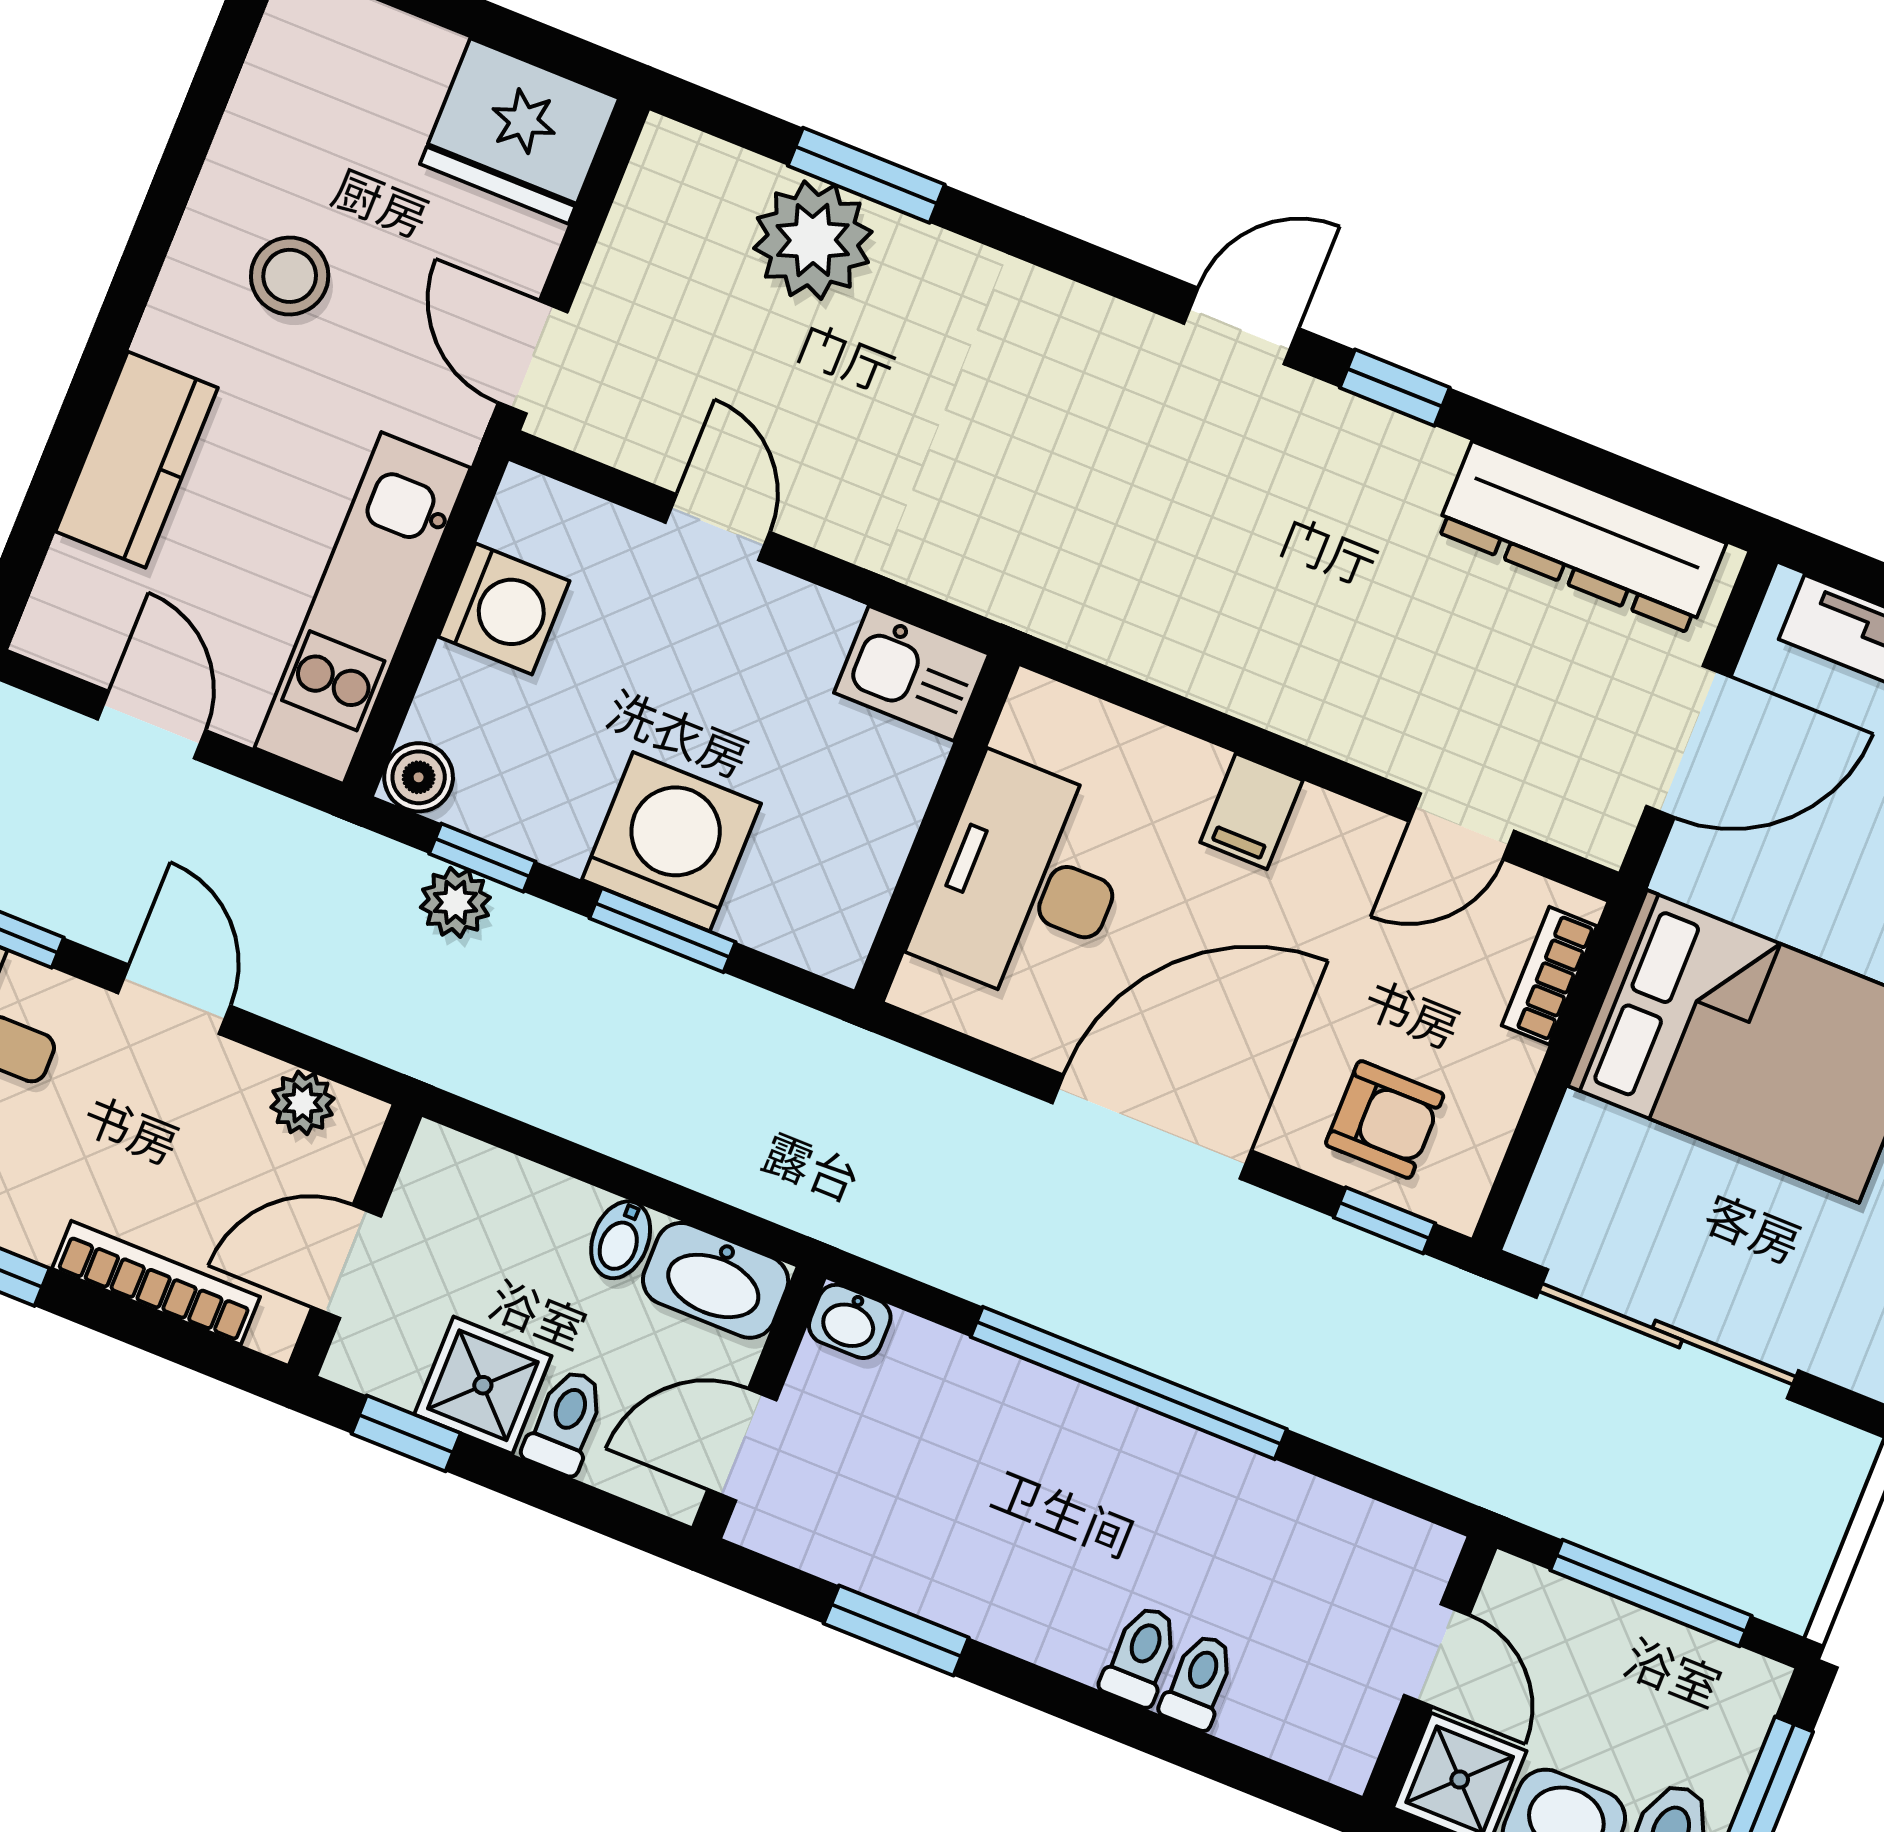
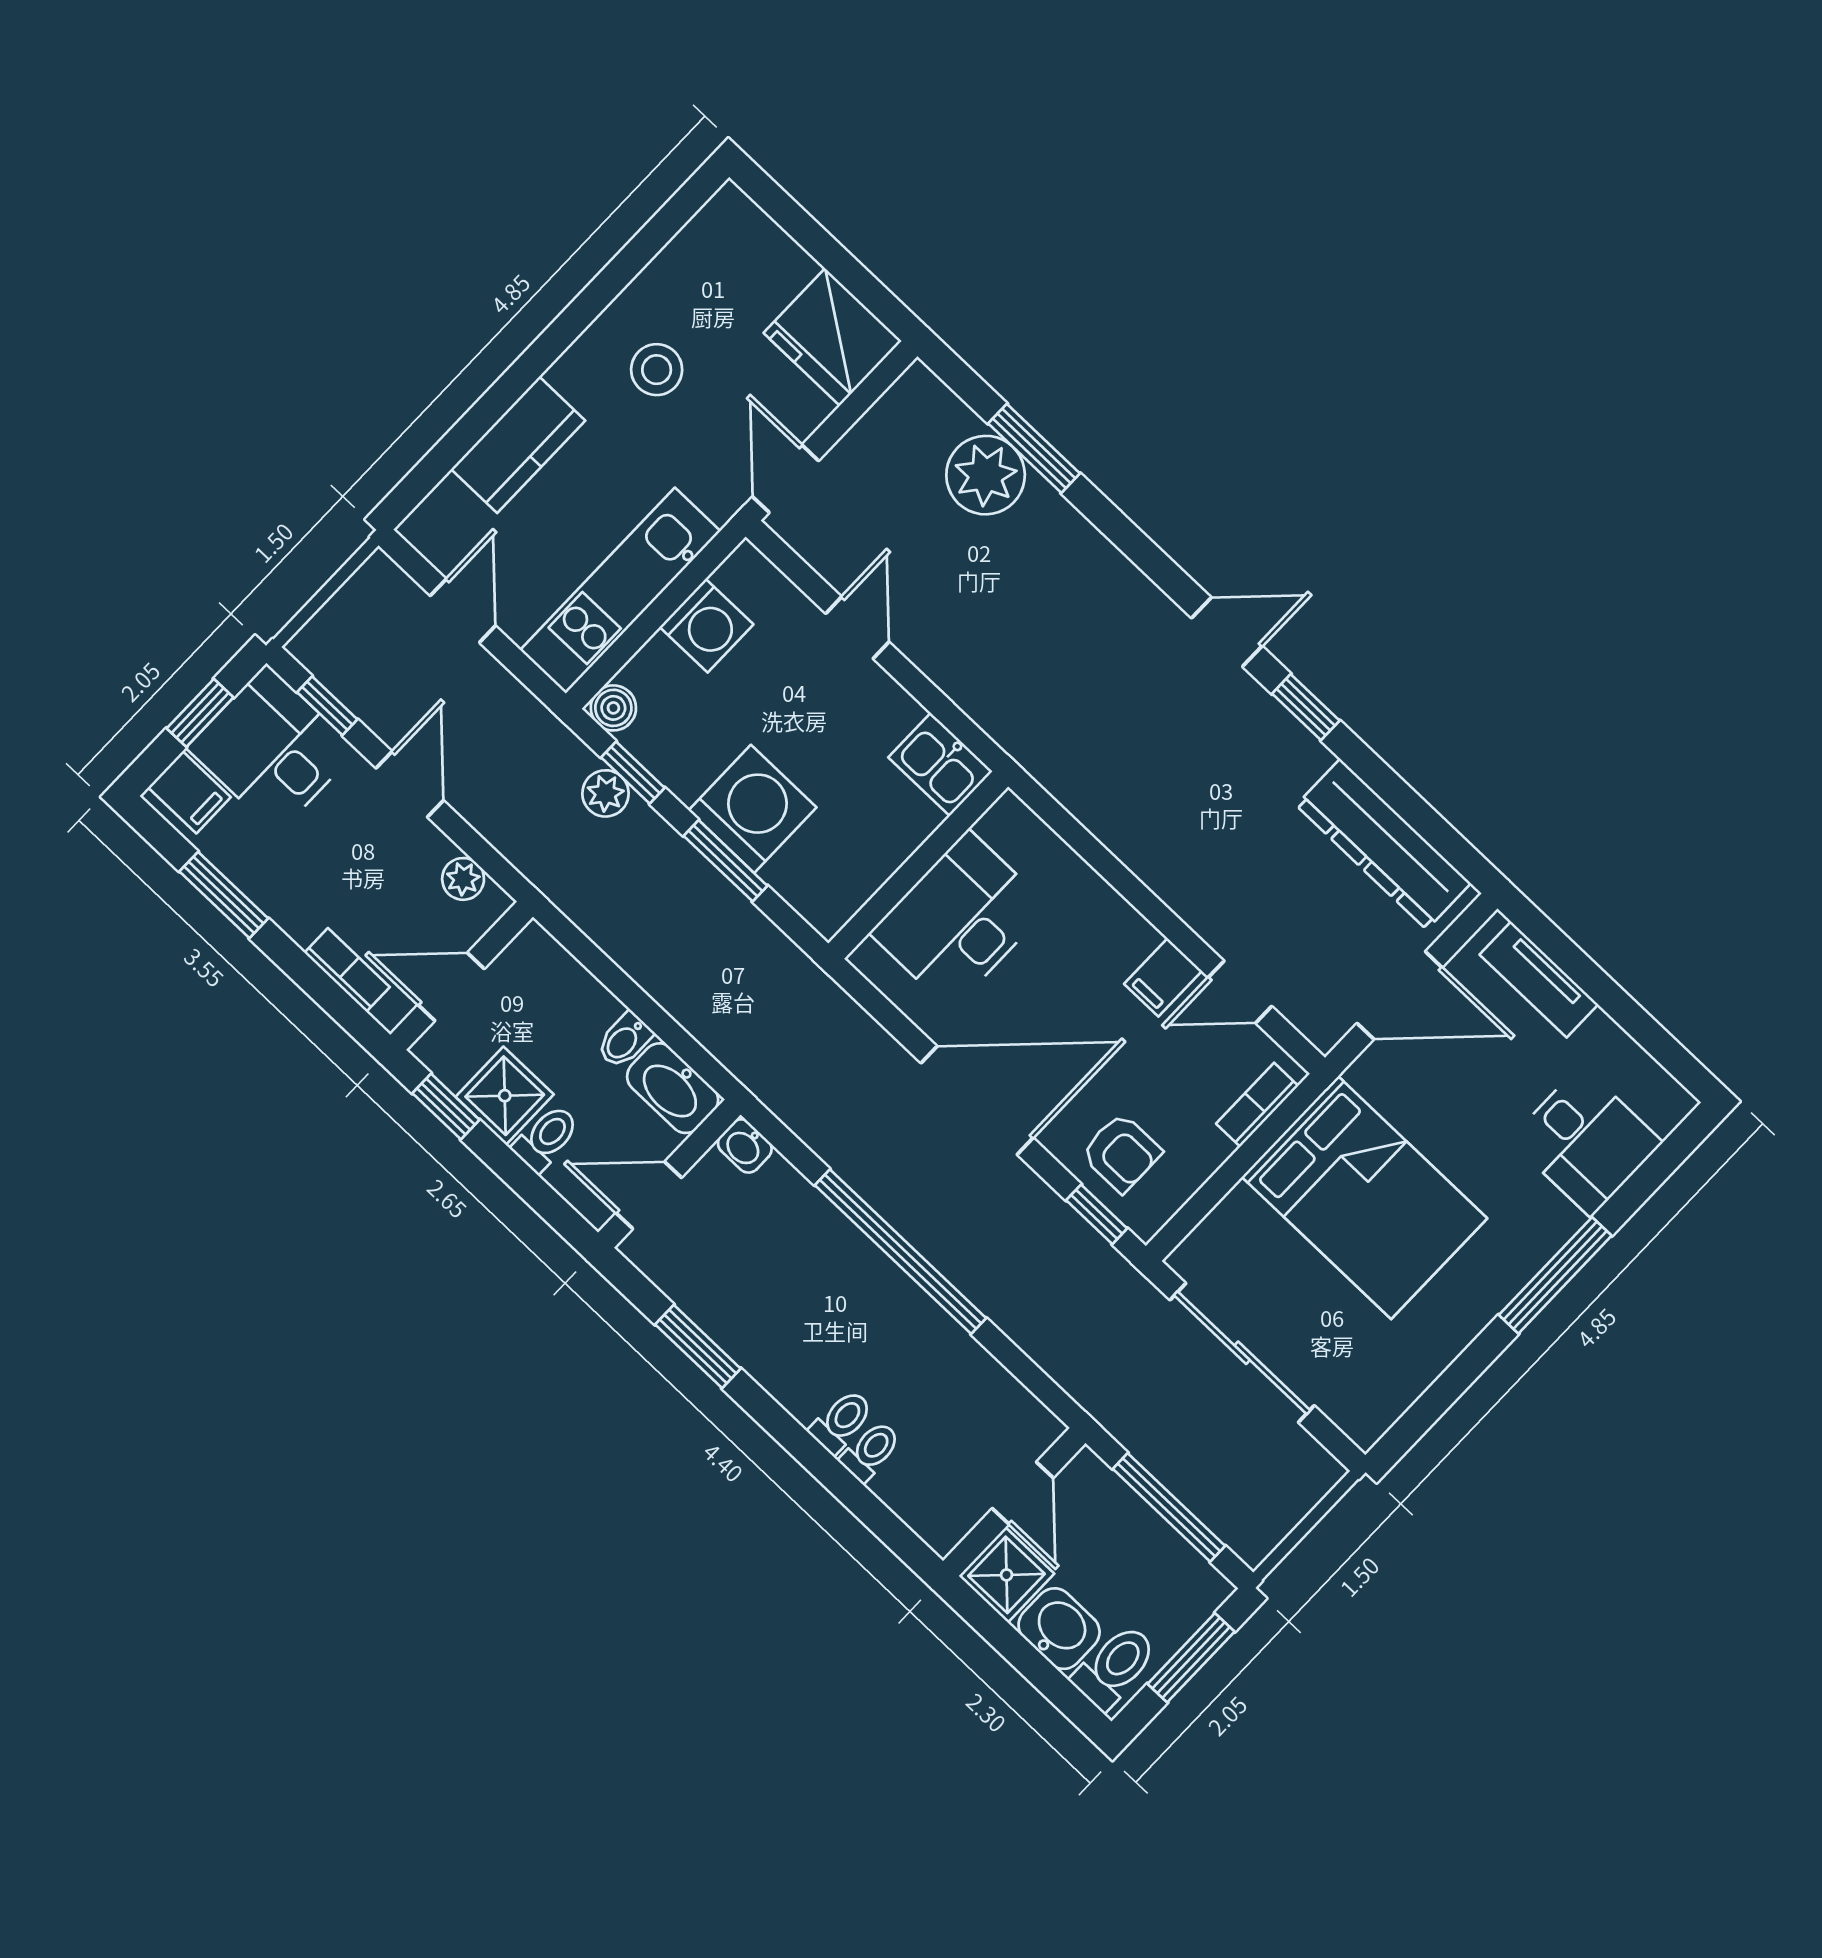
filing cabinet: (1251, 811) -> (1163, 977), moved
bookcase: (156, 1283) -> (347, 970), width x0.64

